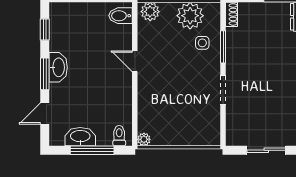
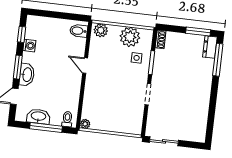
washing machine: (57, 43) -> (29, 46), added
washbasin: (58, 67) -> (27, 75), moved
sliding door: (266, 150) -> (164, 141), moved

